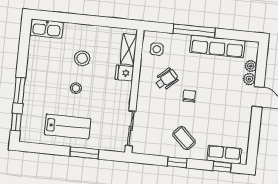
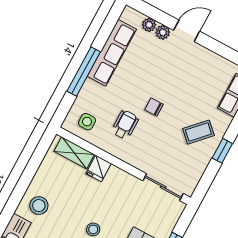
stool: (82, 58) -> (39, 206), moved
wheelchair: (166, 79) -> (125, 125), turned 41

